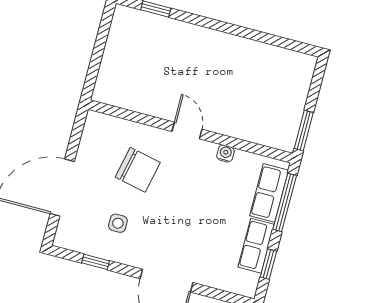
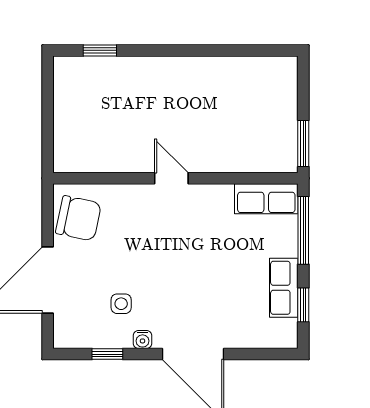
water cooler: (225, 153) -> (143, 339), moved, turned 180
chair: (138, 170) -> (78, 218), moved
row of seats: (269, 193) -> (266, 199), moved, turned -90

